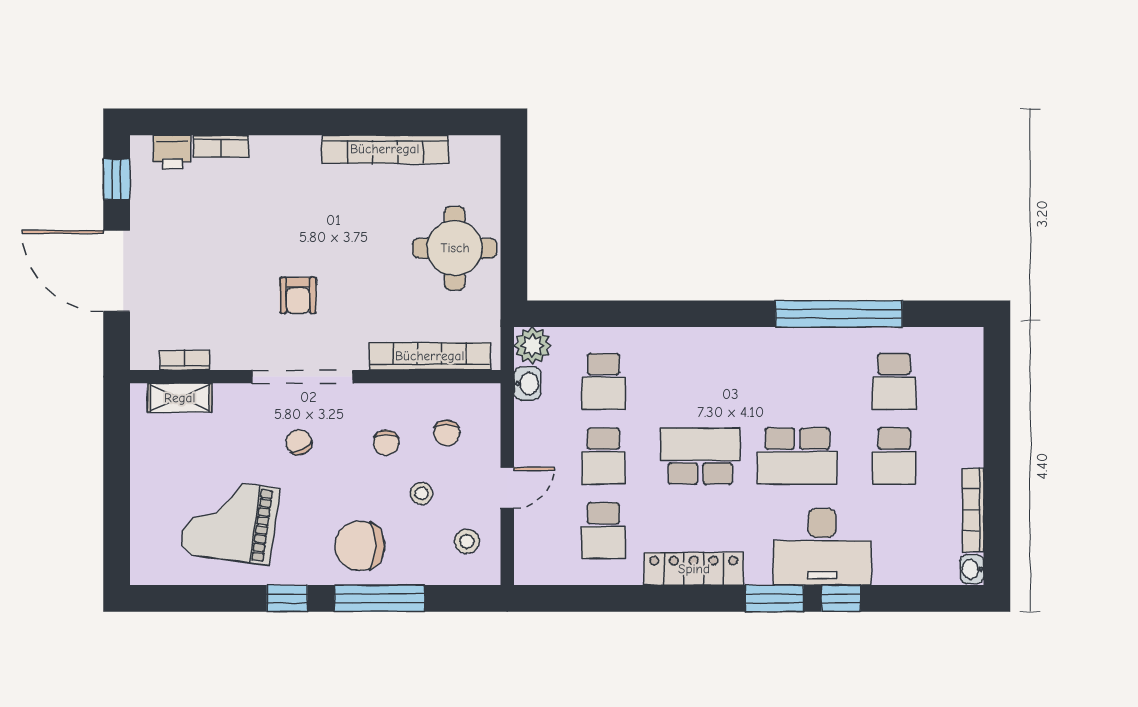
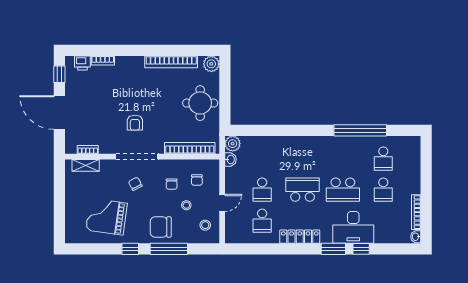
plant: (481, 154) -> (211, 64), added
school desk: (603, 381) -> (262, 159), removed

